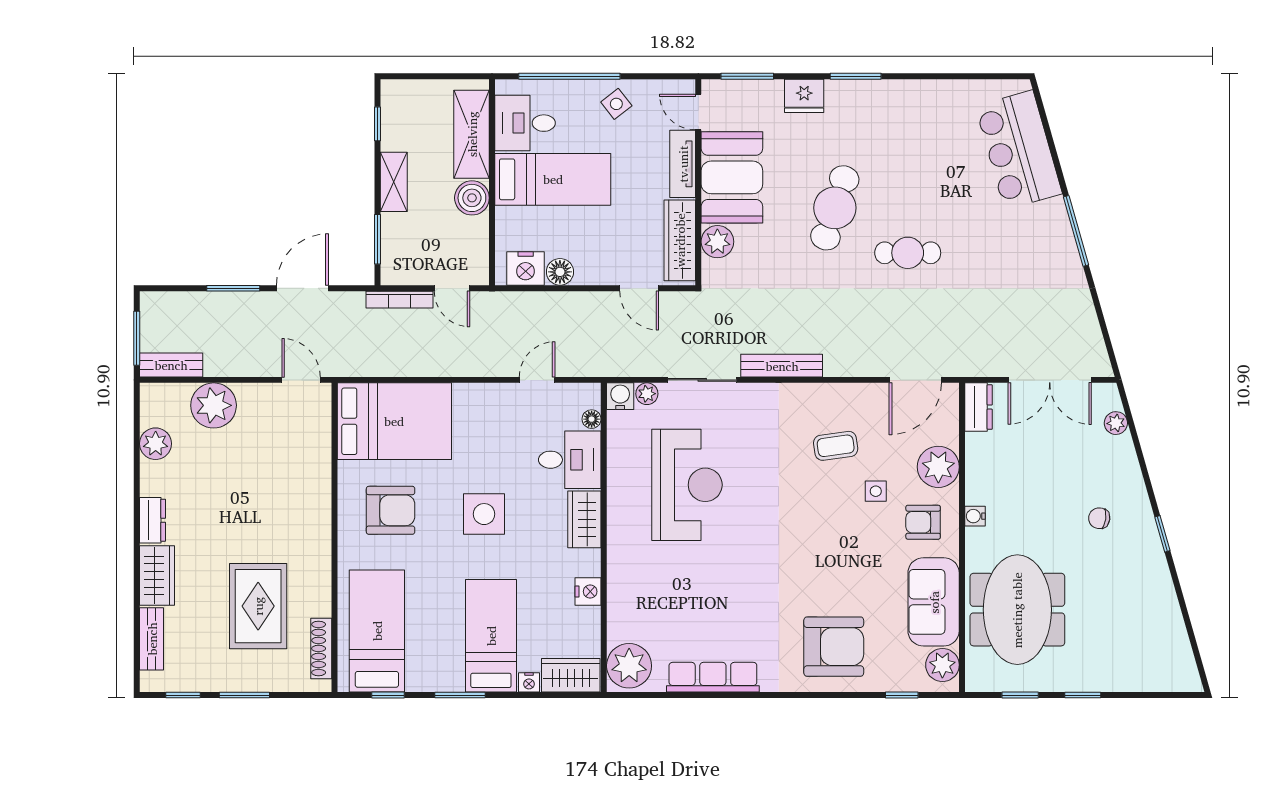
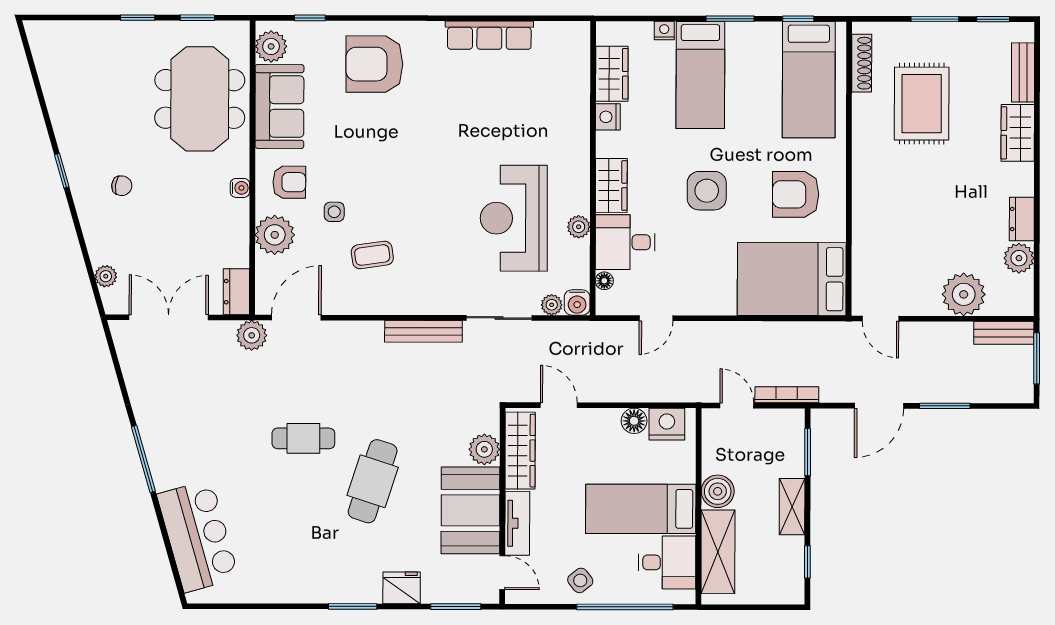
plant: (962, 361) -> (252, 335), added
dresser: (153, 520) -> (1022, 219), moved
plant: (629, 666) -> (579, 227), moved, width x0.53, depth x0.53
wardrobe: (571, 675) -> (612, 74), moved, turned -90

